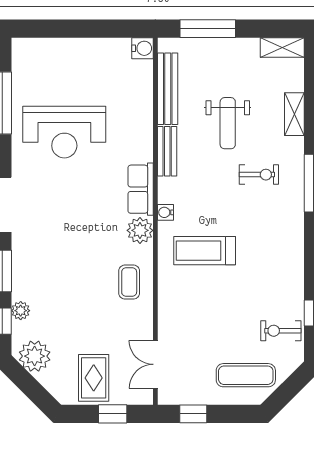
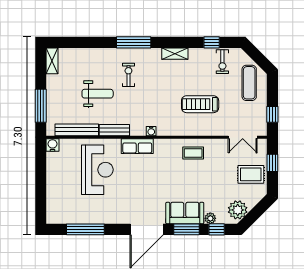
shelving: (294, 114) -> (175, 54), moved
reception desk: (64, 132) -> (97, 170), moved
plant: (140, 230) -> (162, 146), removed
treadmill: (205, 251) -> (200, 104), moved, turned 90
sofa: (29, 268) -> (185, 213), added

